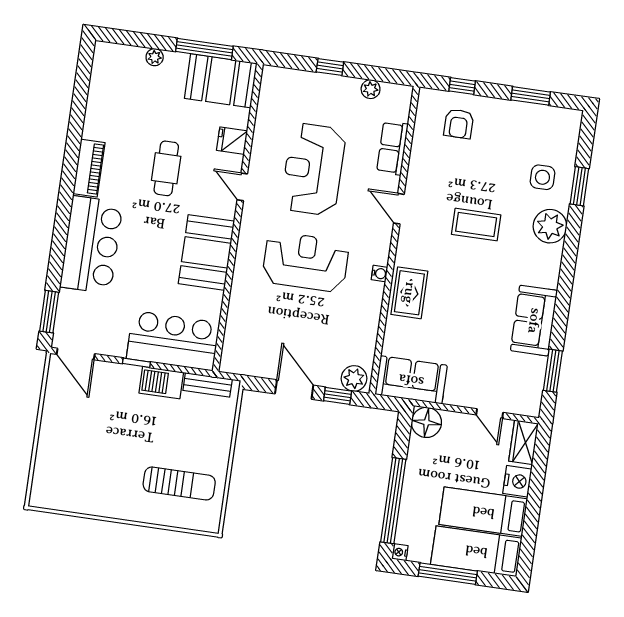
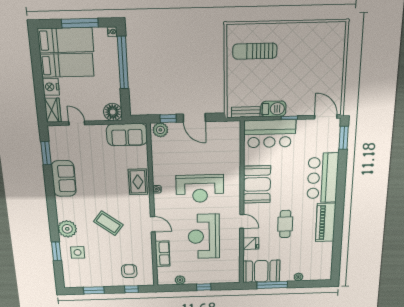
piano: (89, 168) -> (326, 222), width x1.37, depth x1.33
reception desk: (313, 169) -> (204, 236), turned 180
coffee table: (476, 225) -> (108, 223), turned 38

